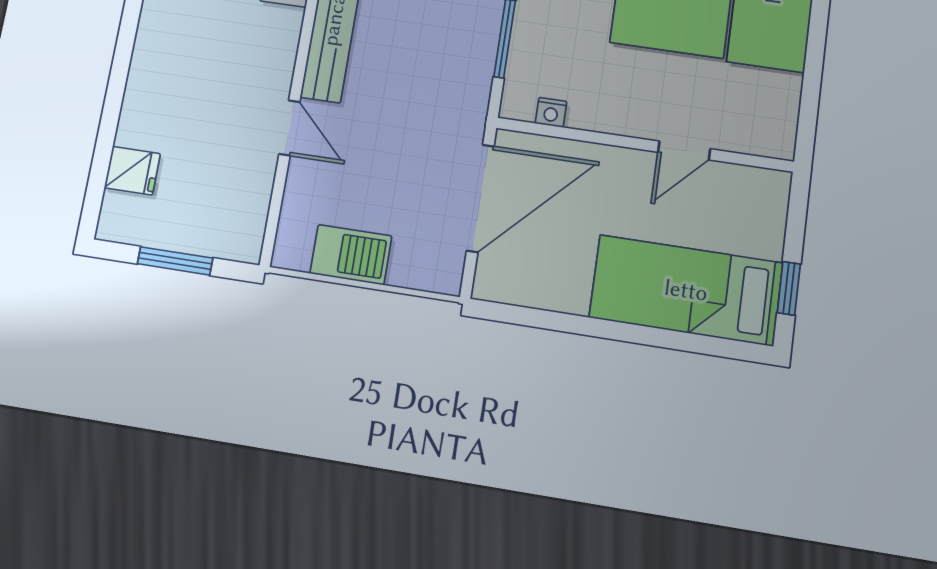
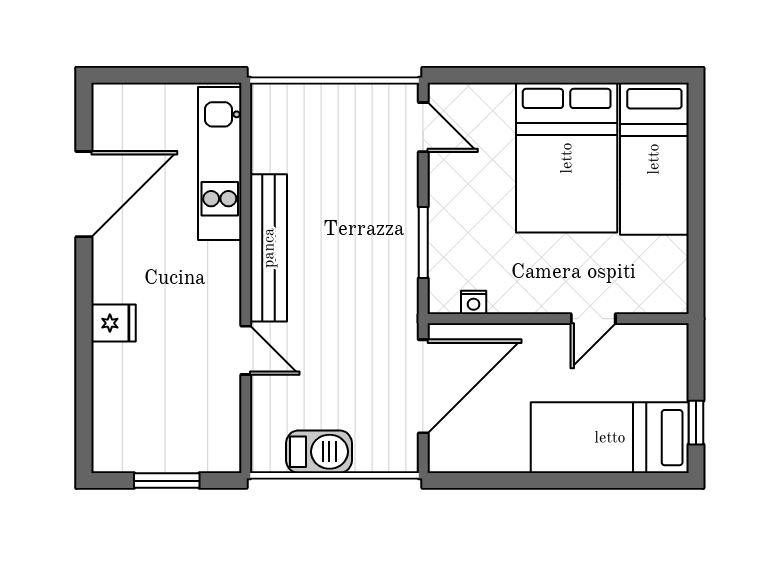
fridge: (132, 171) -> (113, 323), moved

